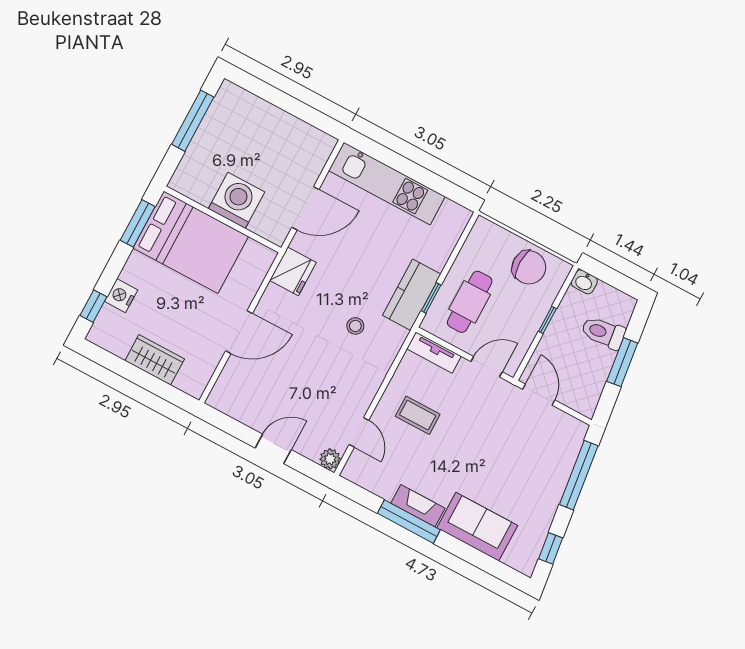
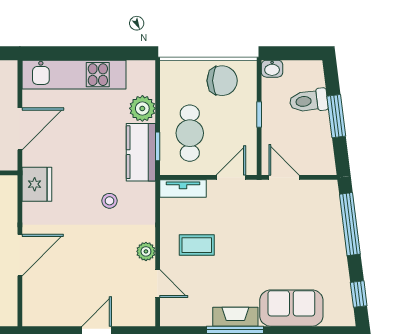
plant: (436, 253) -> (142, 108), added
plant: (330, 459) -> (146, 251), moved

